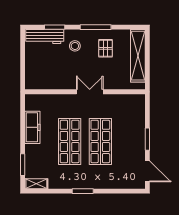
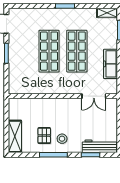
stool: (75, 46) -> (62, 139), moved
shelving: (138, 56) -> (15, 136), width x0.68
double door: (90, 92) -> (94, 96), moved

